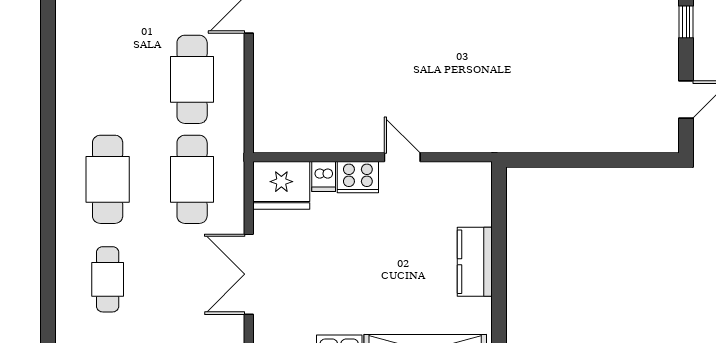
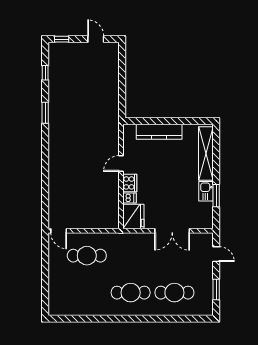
cafe table: (192, 179) -> (131, 256), removed
kitchen counter: (475, 262) -> (159, 132), width x1.50
cafe table: (108, 279) -> (174, 293), width x1.37, depth x1.35

